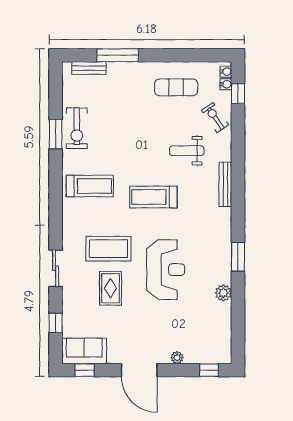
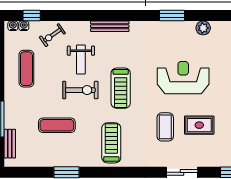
exercise mat: (110, 123) -> (57, 125), added
exercise bike: (77, 128) -> (80, 90), moved
coffee table: (108, 249) -> (165, 127), width x0.73, depth x0.76

